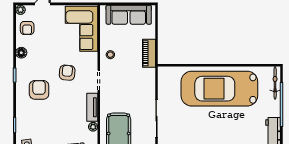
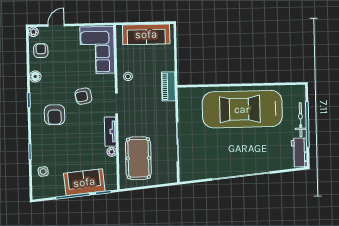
armchair: (27, 28) -> (41, 51), turned 180
piano: (149, 53) -> (168, 86), moved
armchair: (67, 73) -> (83, 96), turned -105
bicycle: (275, 83) -> (301, 120), moved
armchair: (39, 90) -> (55, 115), turned 180

